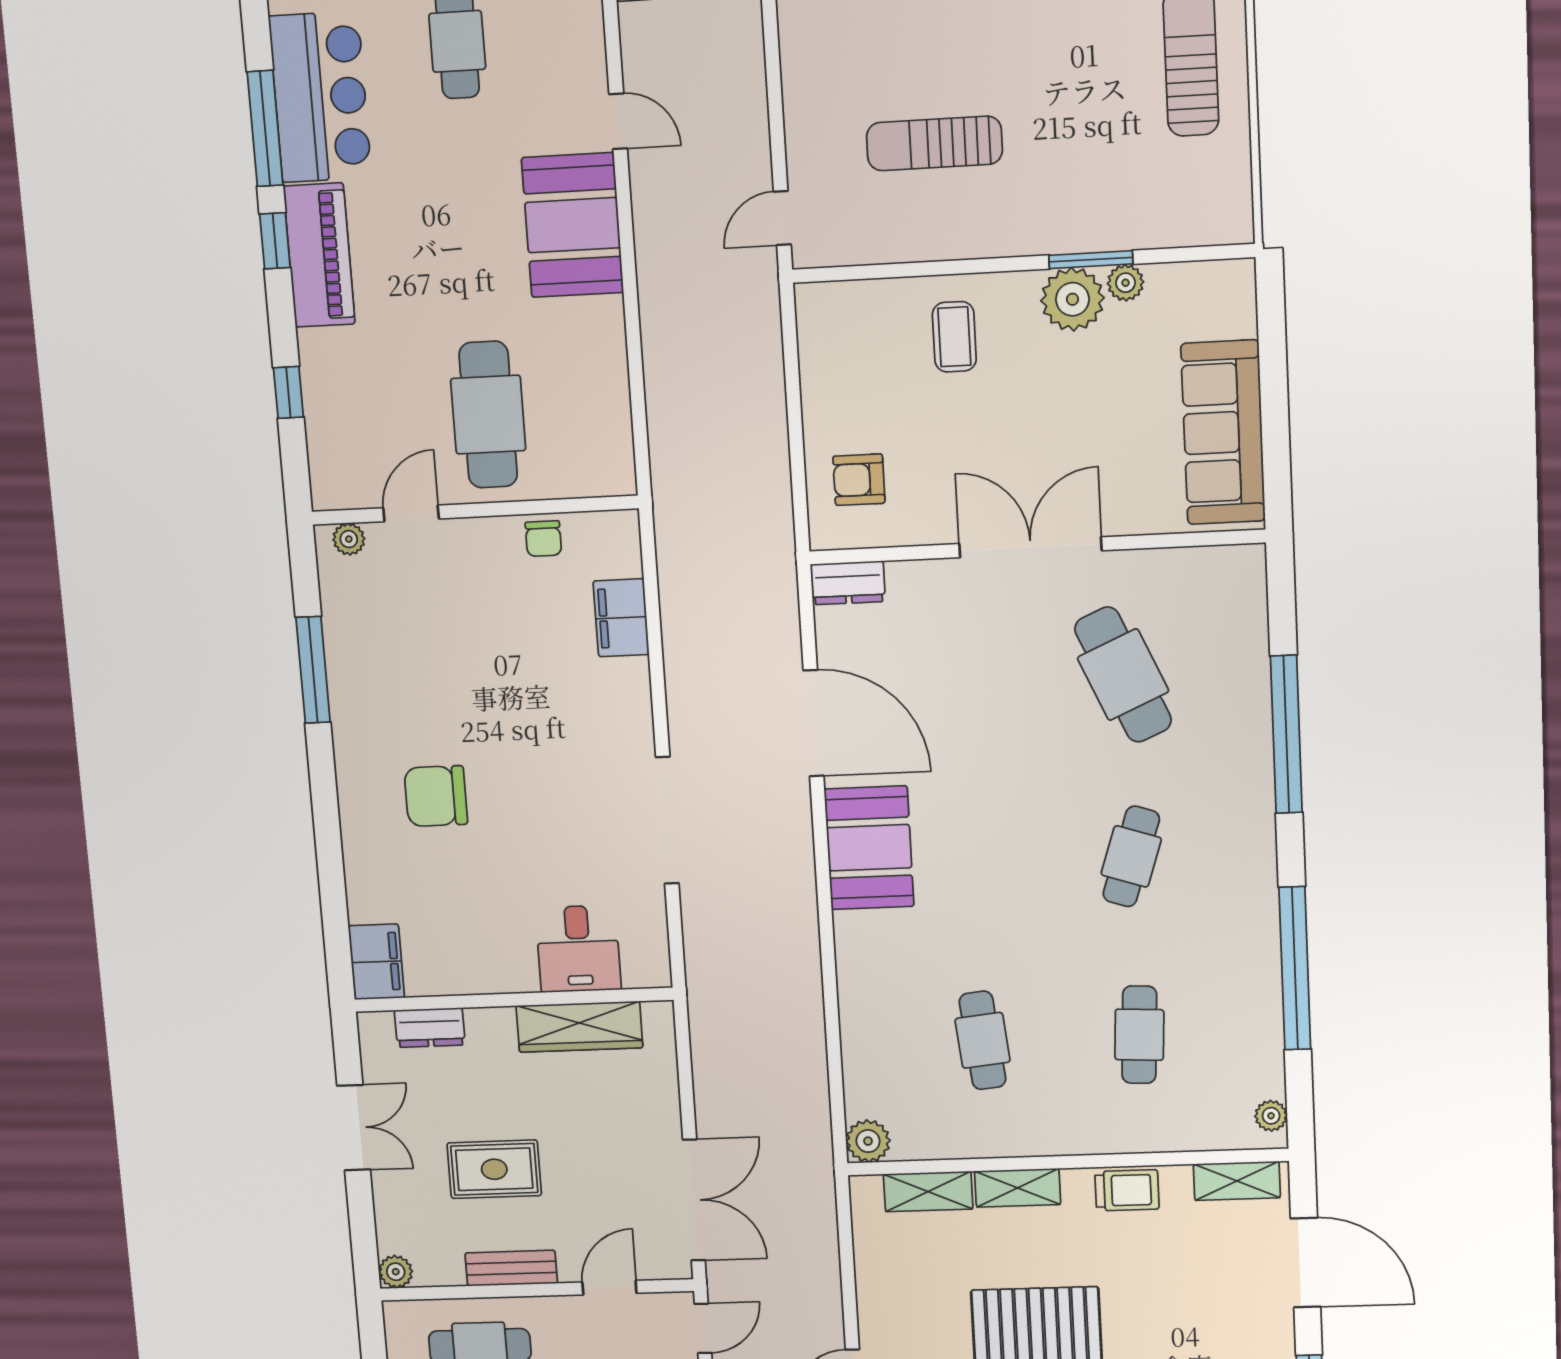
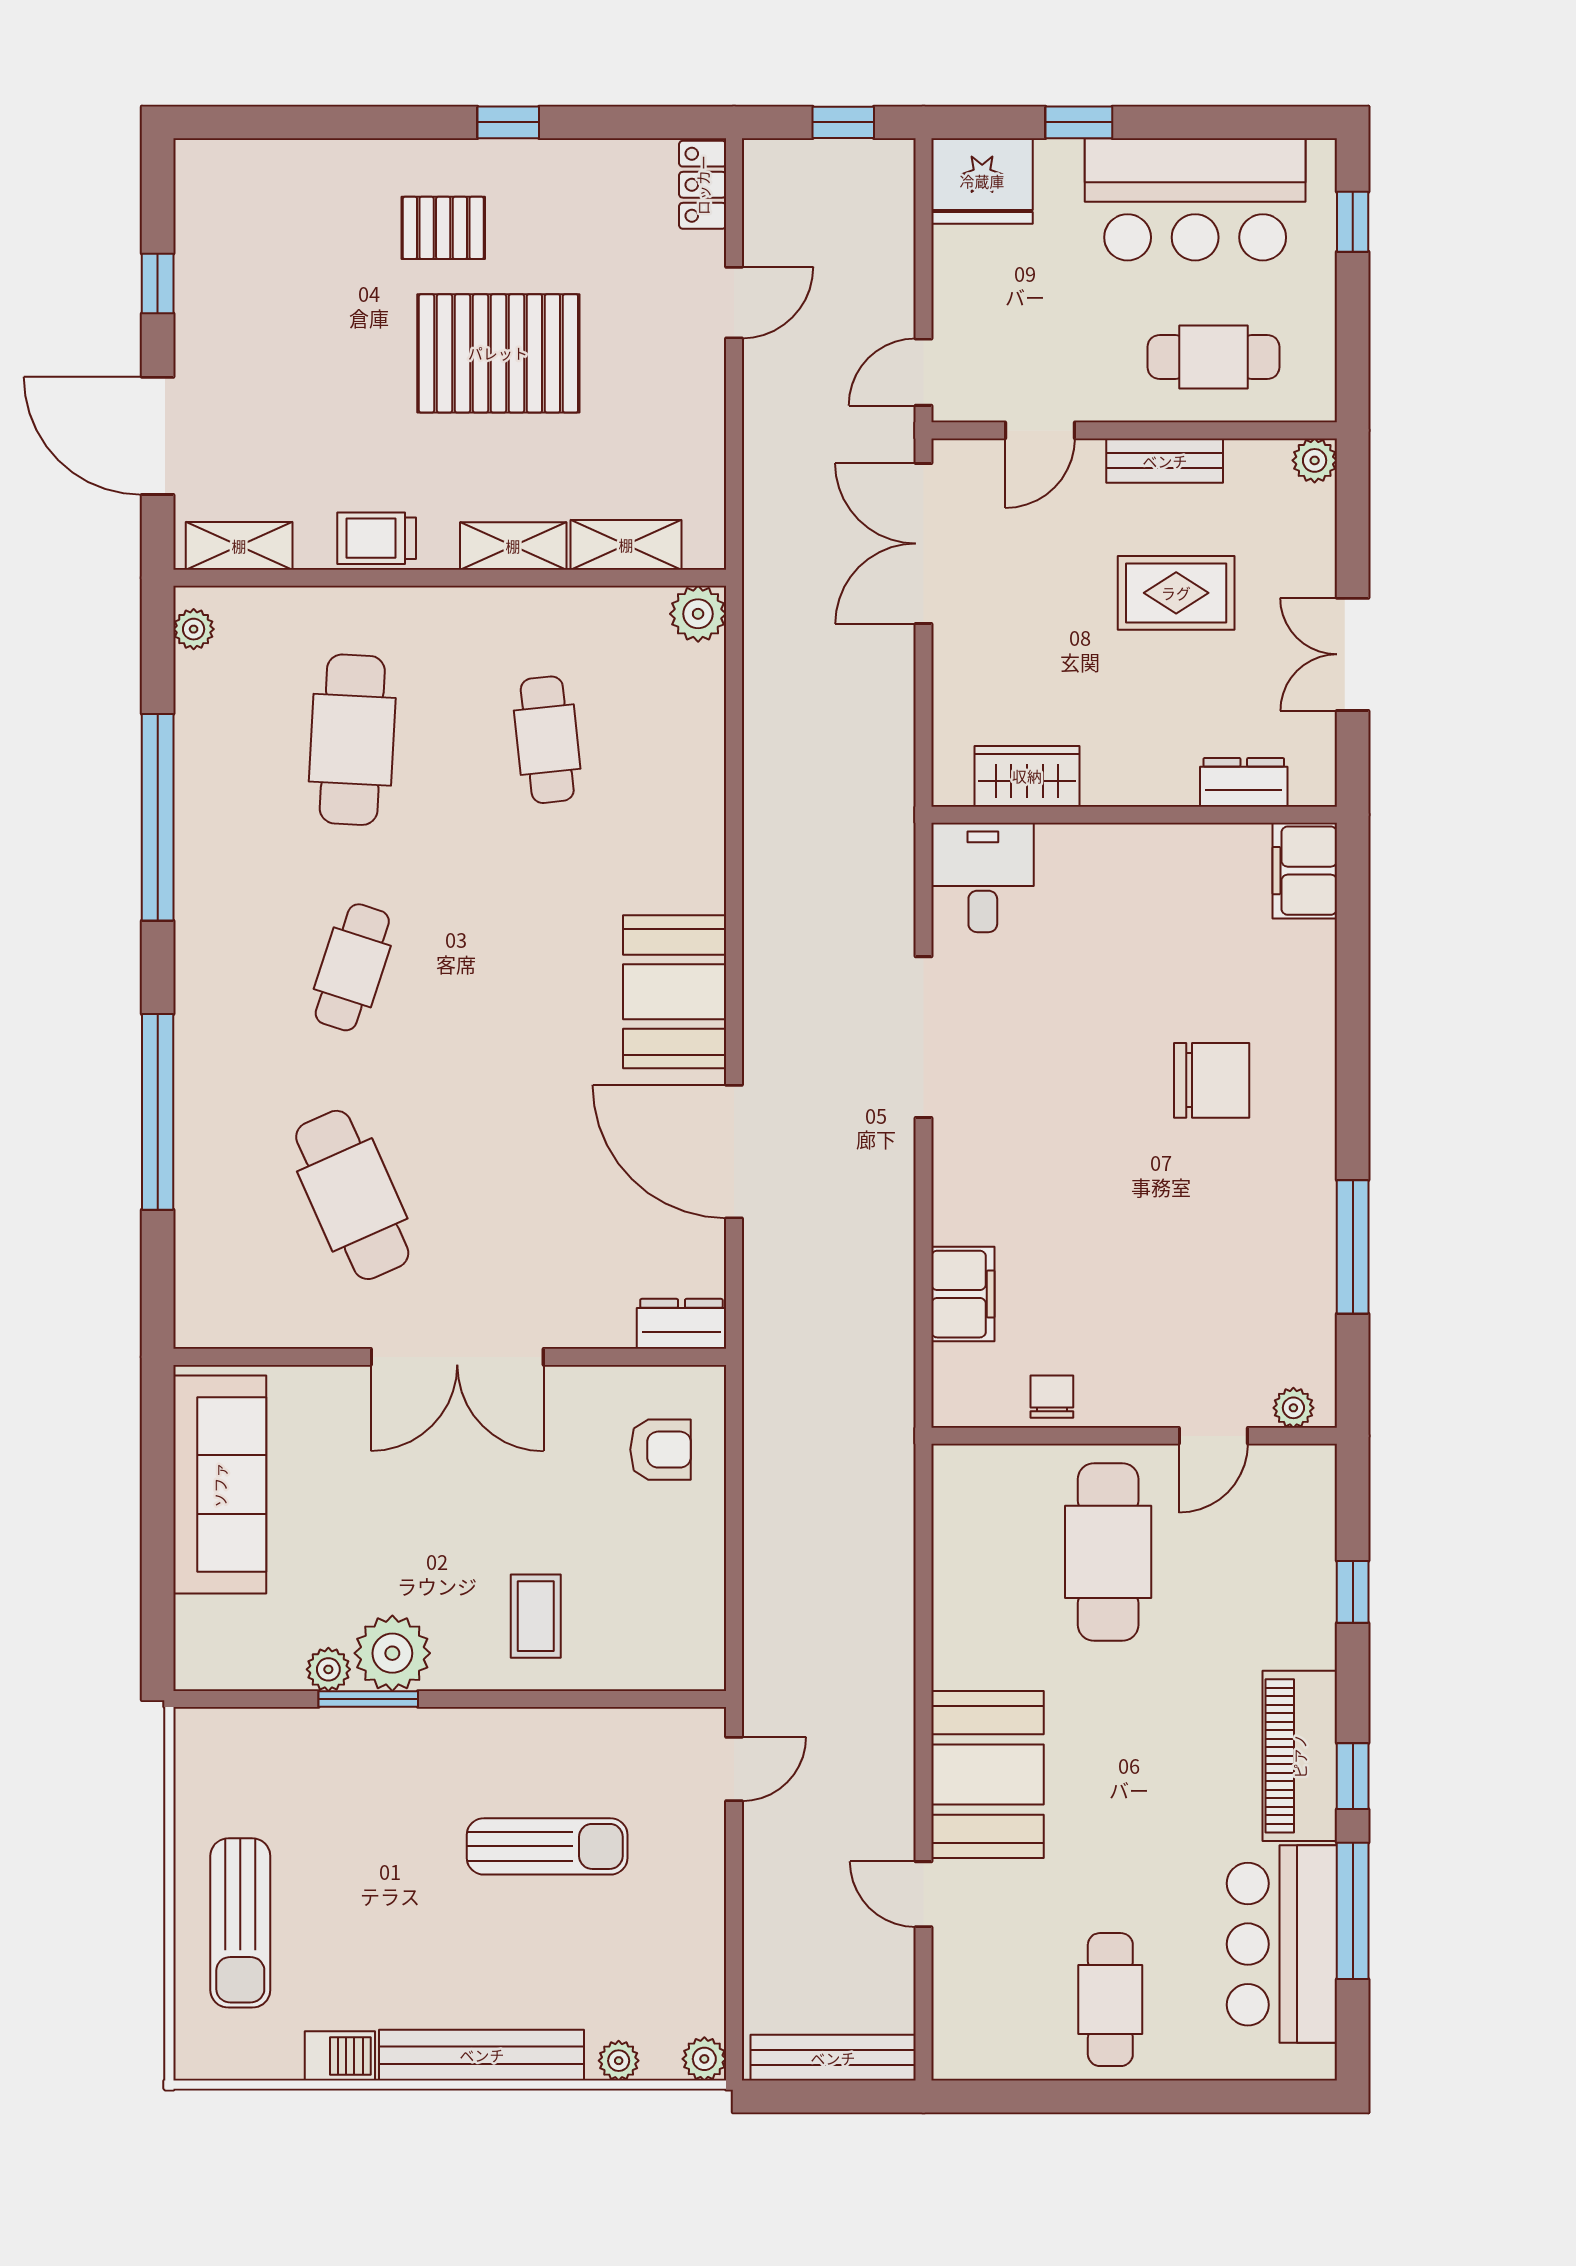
desk: (578, 949) -> (983, 877), moved
wardrobe: (579, 1027) -> (1027, 776), width x0.67
cafe table: (1139, 1035) -> (352, 740), width x1.37, depth x1.35

